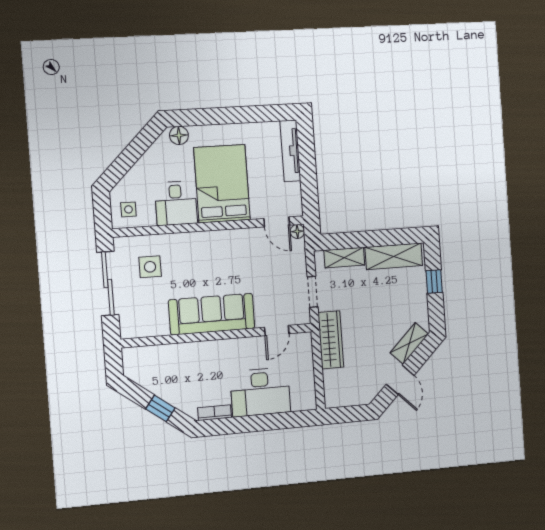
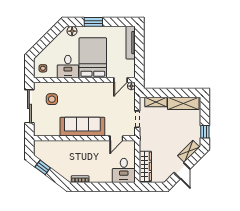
window: (218, 116) -> (93, 22), added
door: (277, 222) -> (121, 80), hinge flipped
window: (434, 282) -> (205, 132), moved
wardrobe: (331, 340) -> (145, 166), moved
desk: (260, 392) -> (124, 170), moved, width x0.73
window: (160, 408) -> (43, 167), moved

